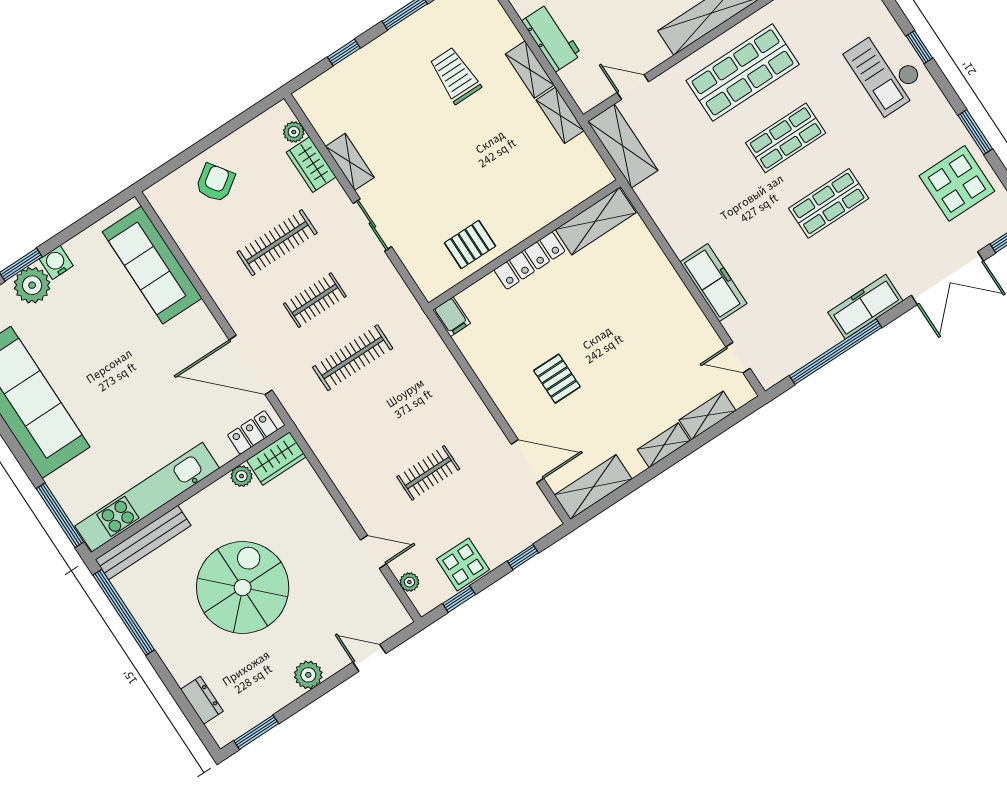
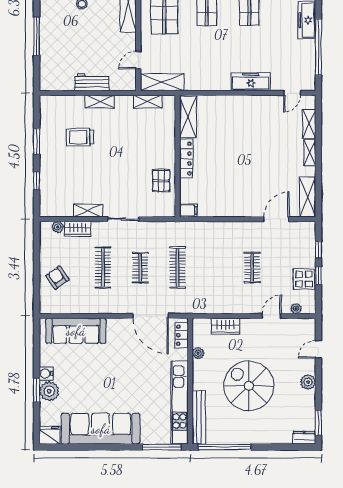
shelving: (560, 115) -> (148, 101), moved
door: (251, 365) -> (150, 316), hinge flipped
pallet: (557, 379) -> (248, 181), removed
wardrobe: (276, 458) -> (225, 326), moved, turned 90
window: (459, 599) -> (318, 276), moved
dresser: (202, 700) -> (304, 438), moved

